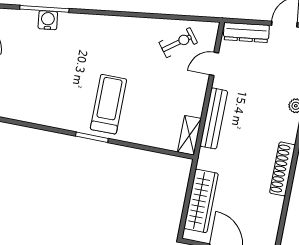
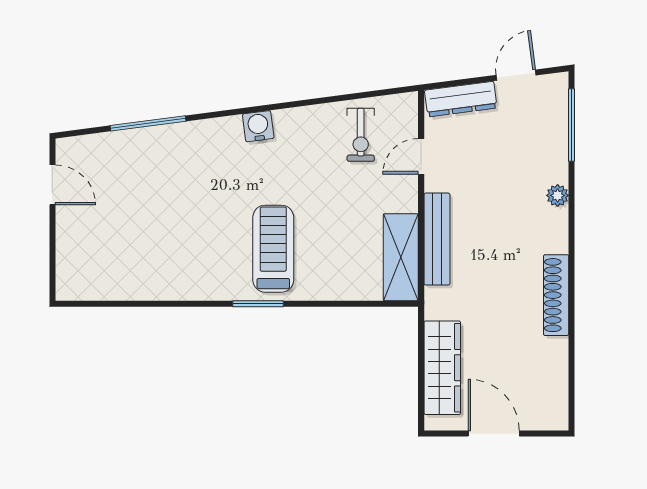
water cooler: (48, 20) -> (258, 126), moved
exercise bike: (178, 43) -> (361, 135), turned 127
shelving: (189, 135) -> (401, 257), width x1.50, depth x1.33

